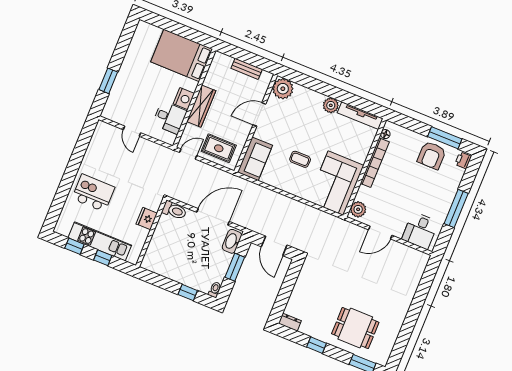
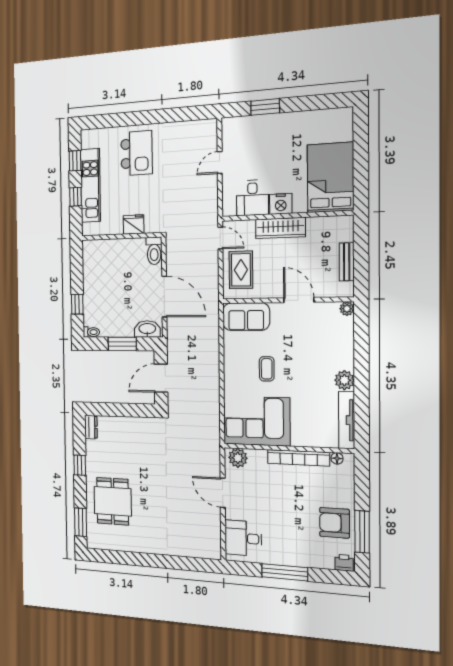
plant: (283, 89) -> (347, 309), width x0.53, depth x0.53

